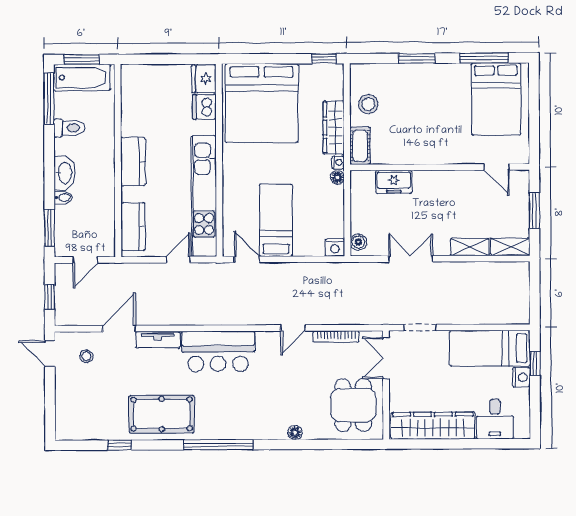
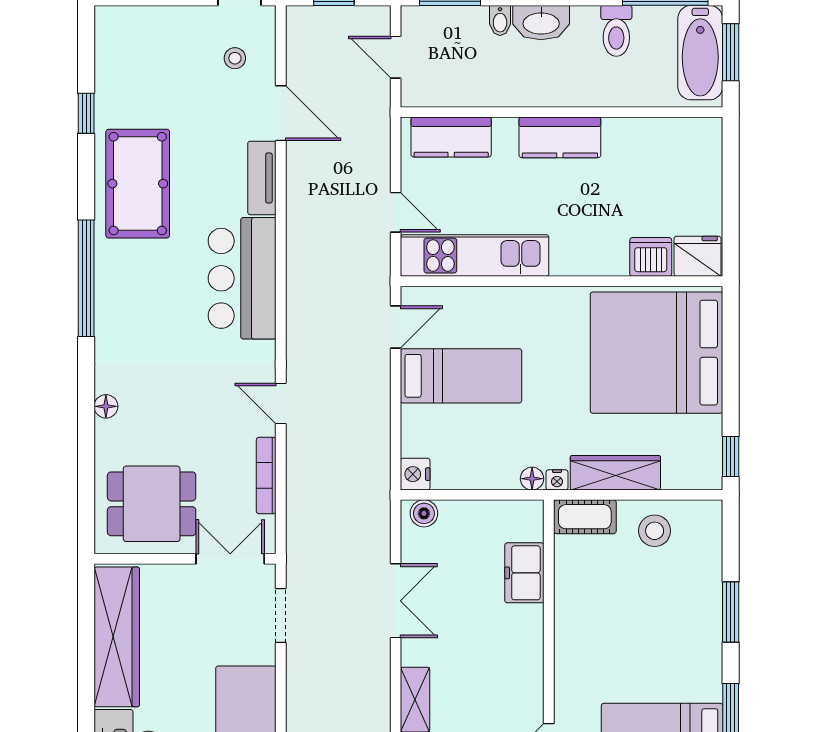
kitchen unit: (204, 196) -> (475, 256), width x0.73

